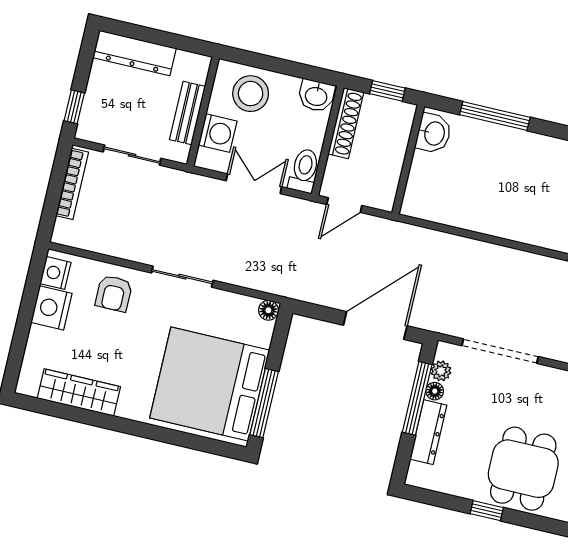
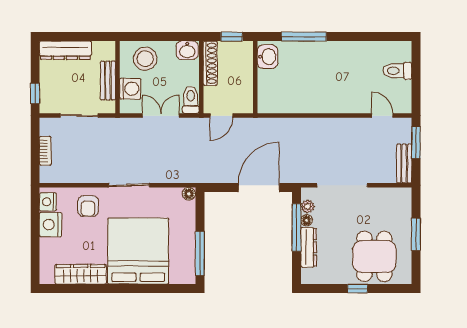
bookcase: (72, 184) -> (45, 151), width x0.64
bed: (210, 384) -> (138, 251), moved, turned 90

